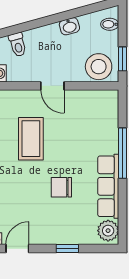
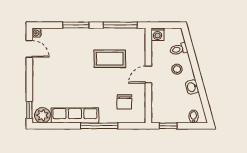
stool: (99, 67) -> (177, 69), moved, width x0.53, depth x0.53
chair: (61, 187) -> (124, 102), moved, turned 180
window: (67, 249) -> (29, 110), moved

